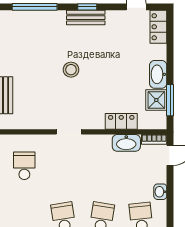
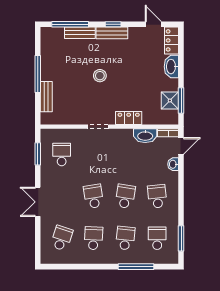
bench: (47, 17) -> (80, 33), added
washbasin: (158, 74) -> (171, 67), moved
locker: (121, 121) -> (129, 118), moved
washbasin: (160, 192) -> (173, 164), moved

